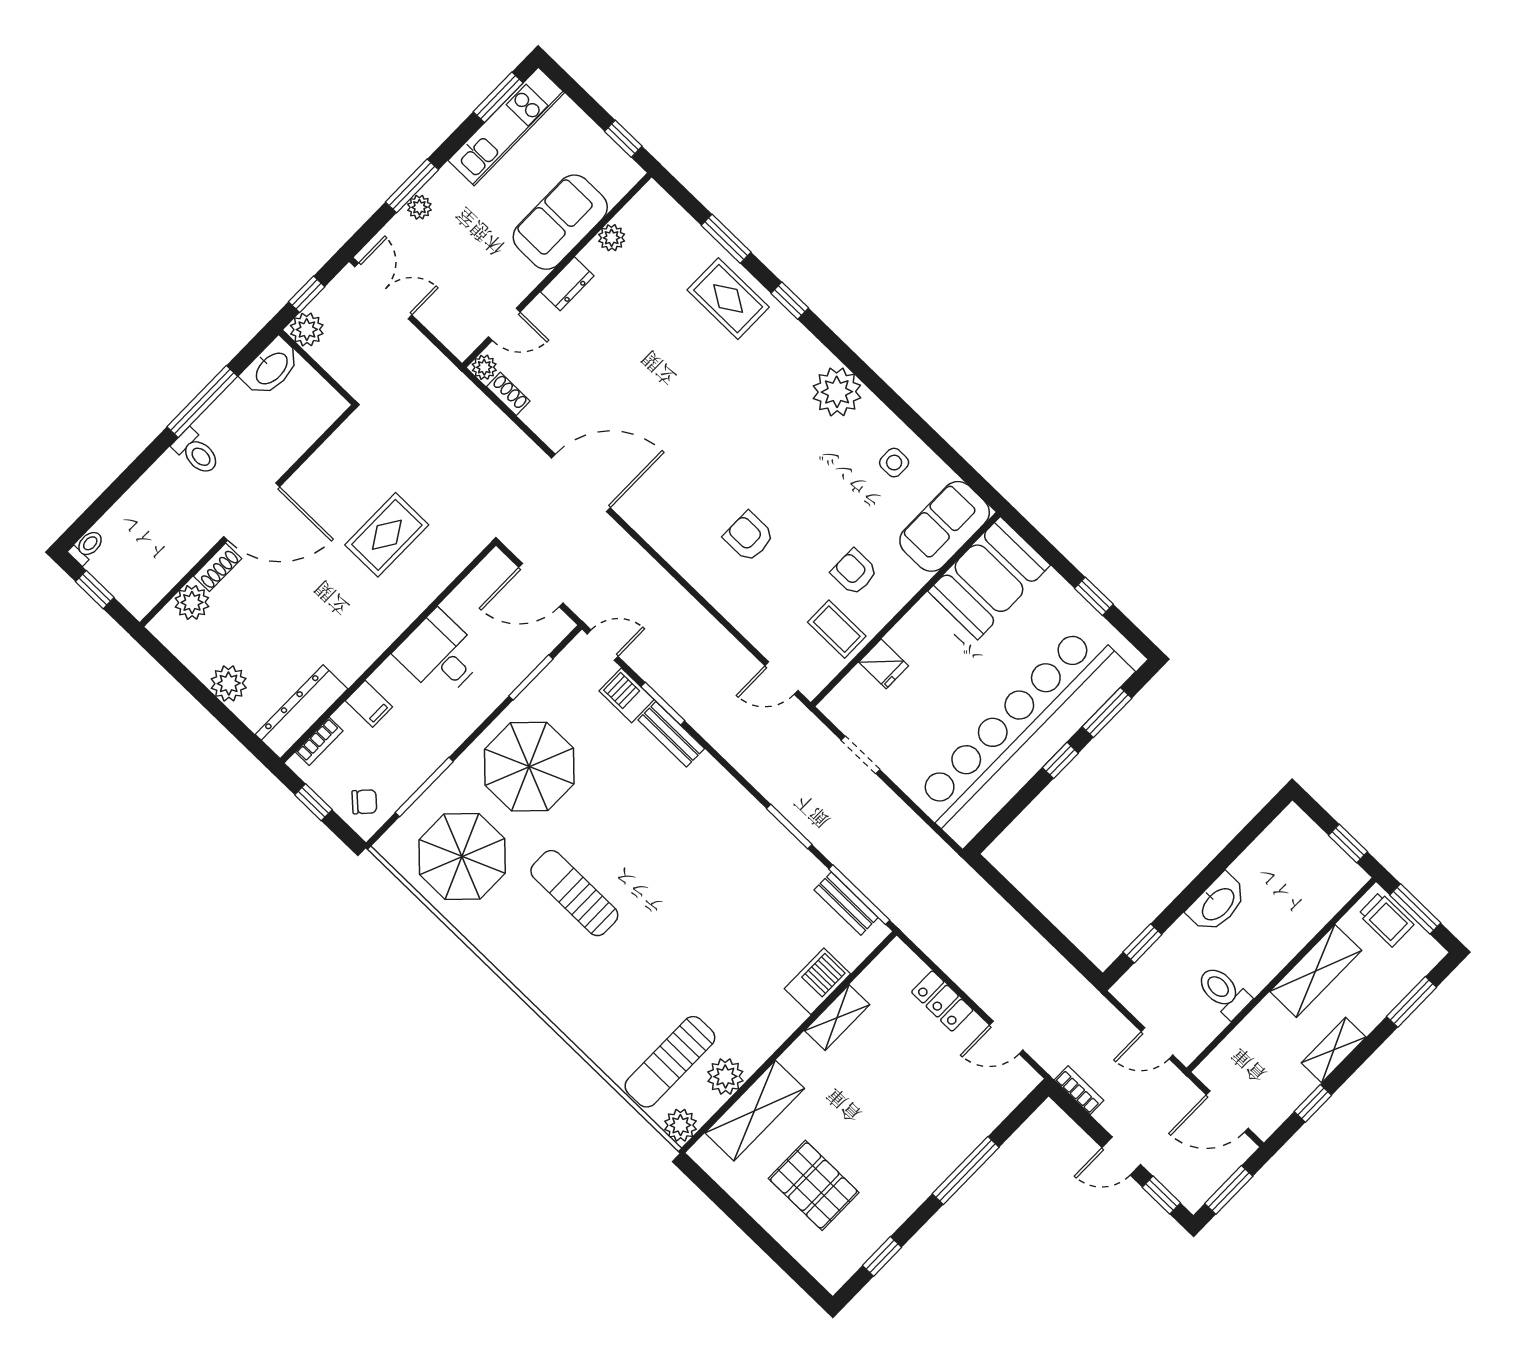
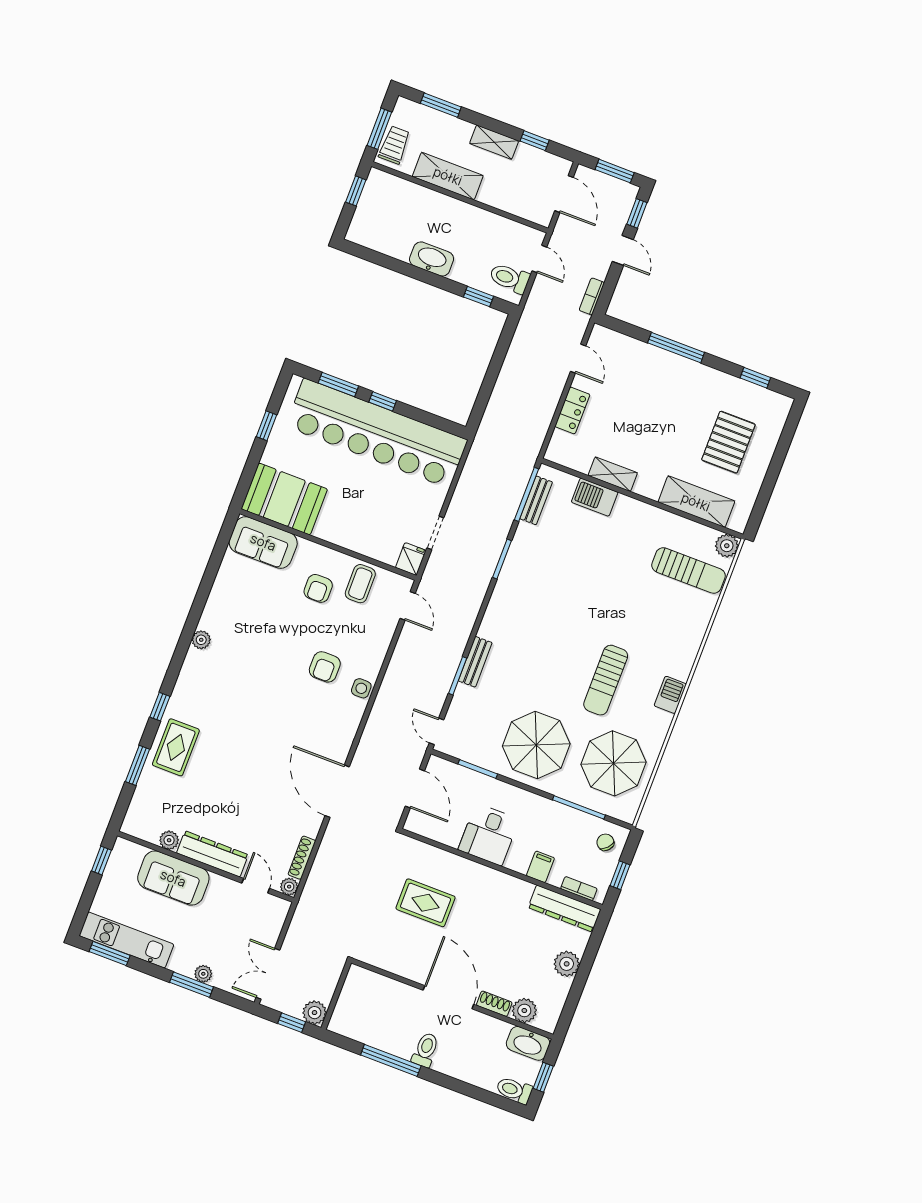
dresser: (567, 284) -> (212, 854), width x1.96, depth x1.24
washbasin: (271, 368) -> (528, 1043), moved, turned 180
plant: (837, 392) -> (201, 640), width x0.53, depth x0.53
shoe rack: (508, 394) -> (302, 858), width x1.43
side table: (894, 463) -> (361, 688), moved
toilet: (87, 547) -> (514, 1090), width x1.37, depth x1.39
fridge: (884, 664) -> (411, 559), moved
barbecue: (626, 695) -> (670, 695), moved, turned 180
toilet: (1223, 992) -> (510, 278), moved, turned 90
plant: (725, 1076) -> (682, 530), removed

